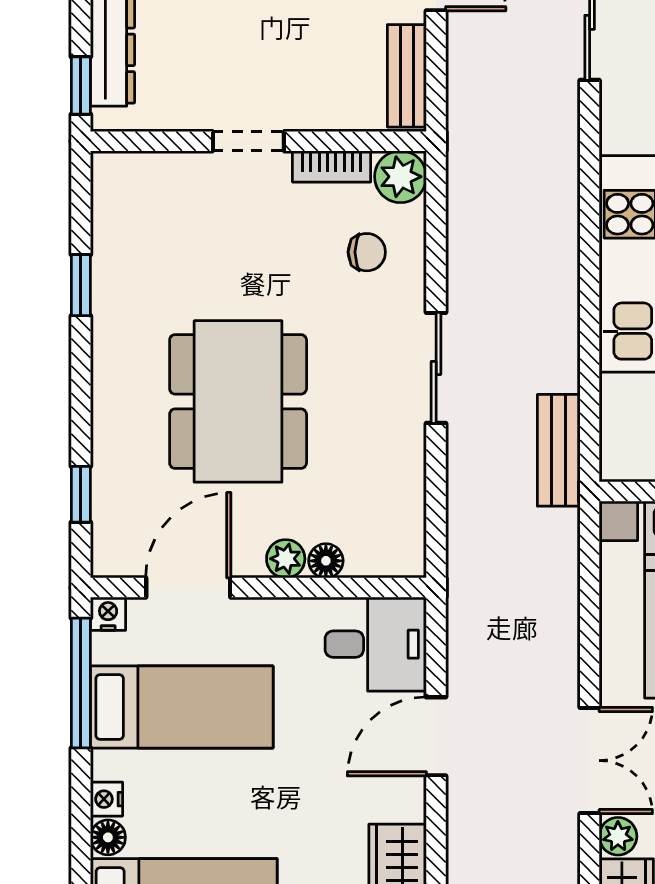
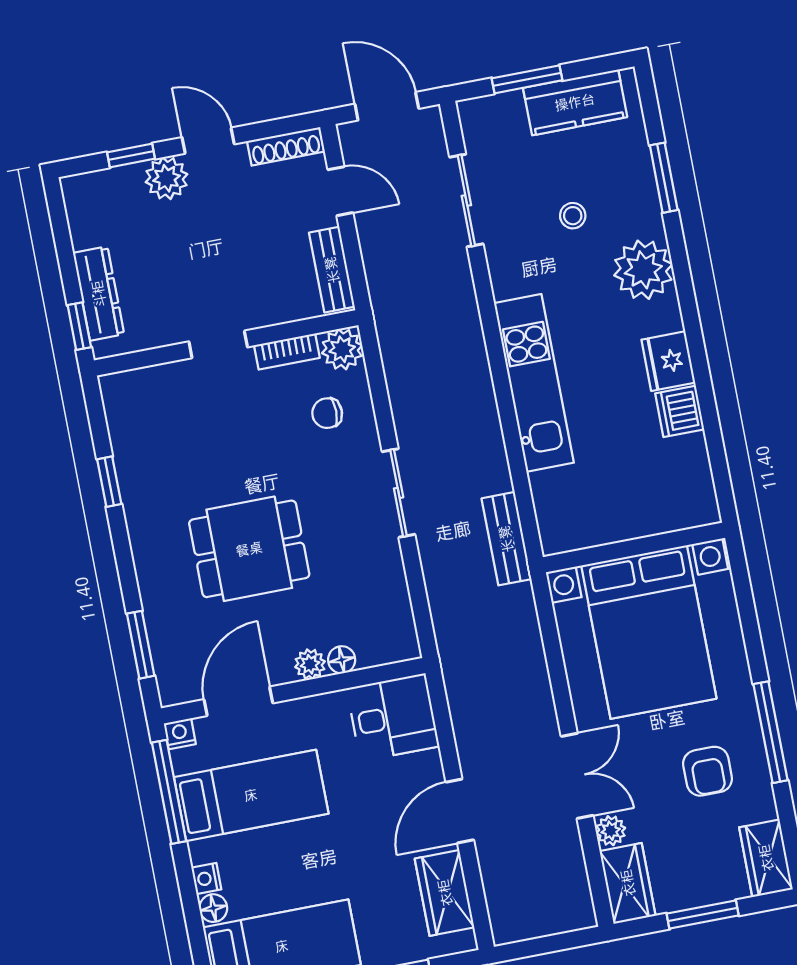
chair: (367, 252) -> (327, 413), turned 180
dining table: (238, 401) -> (249, 549), width x0.73
window: (81, 494) -> (141, 645), width x1.50
door: (436, 736) -> (460, 811), moved

